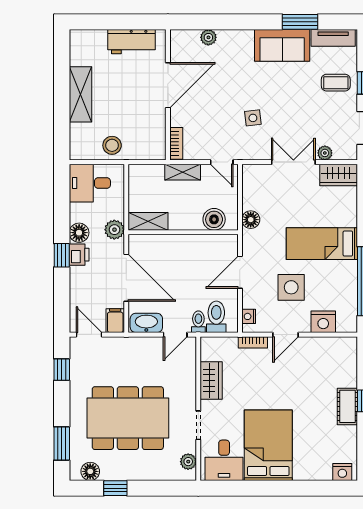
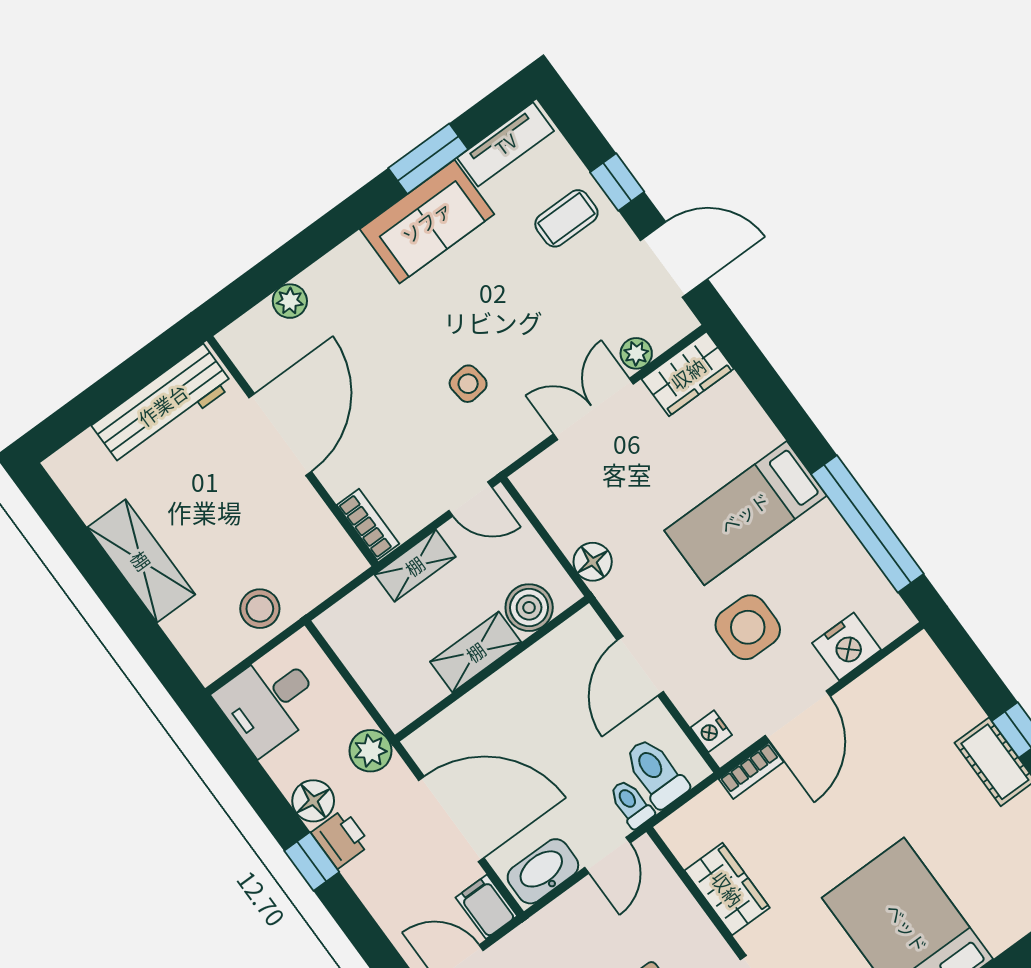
workbench: (131, 42) -> (163, 405), width x1.37
shelving: (148, 221) -> (476, 652), moved
door: (286, 335) -> (798, 716), width x1.38

